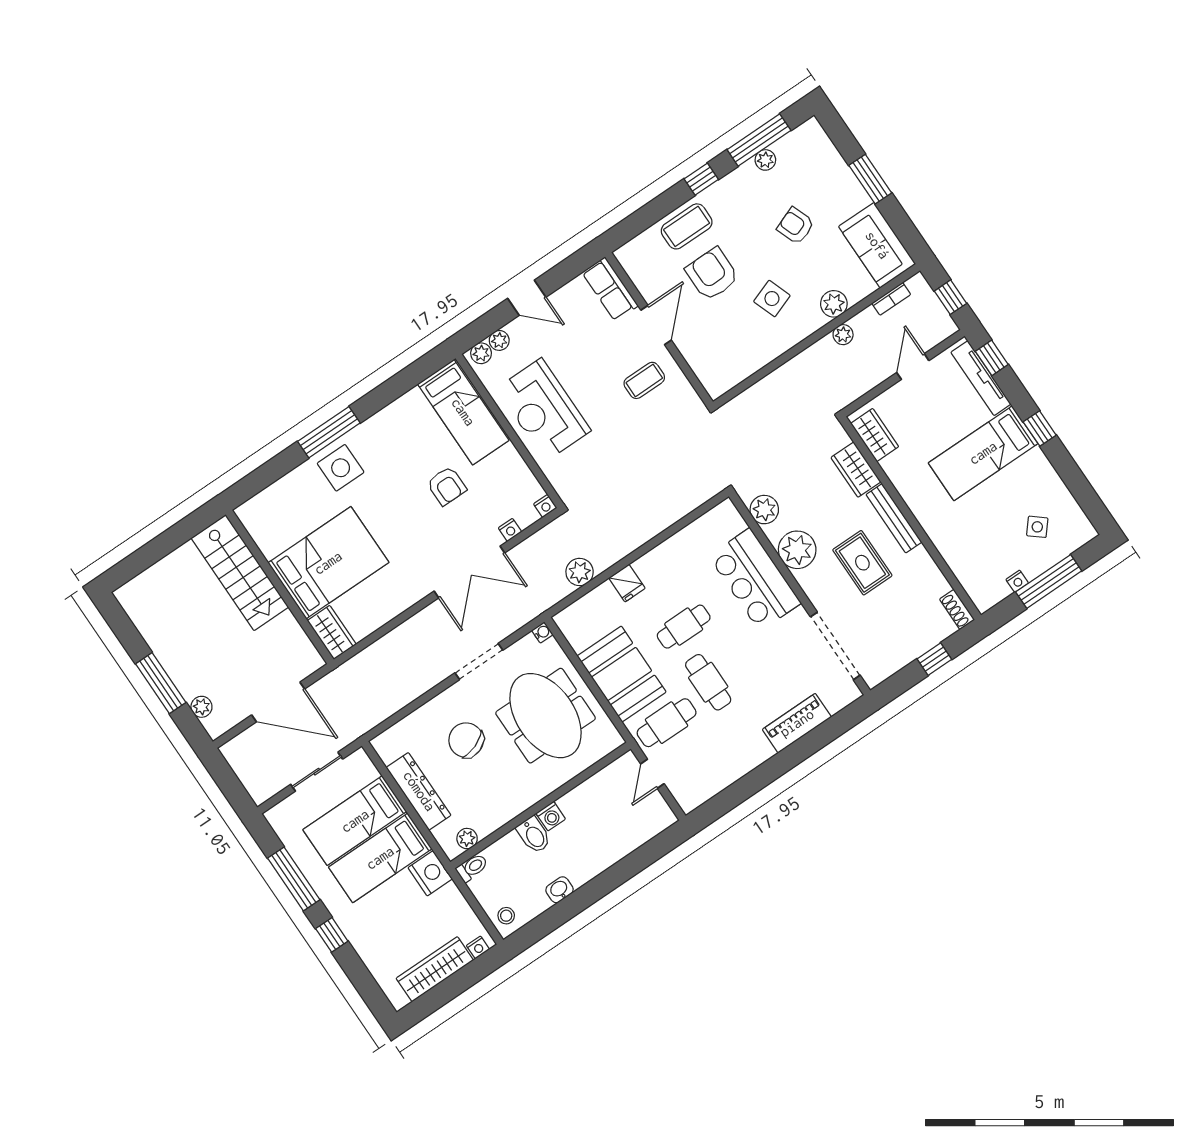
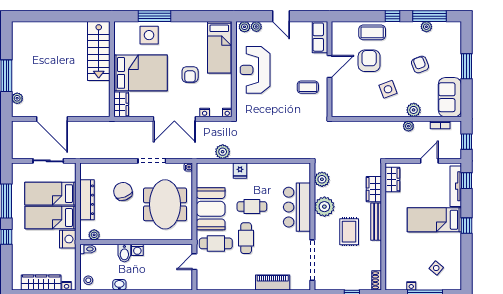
bed: (328, 563) -> (140, 73), moved
stairs: (240, 573) -> (99, 51), moved
wall: (280, 587) -> (112, 69), moved
wardrobe: (332, 632) -> (121, 104), moved

